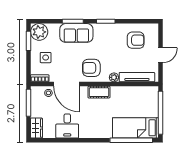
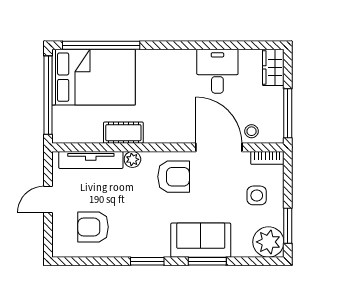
cot: (99, 92) -> (123, 133), moved
bed: (135, 128) -> (93, 77), width x1.50

